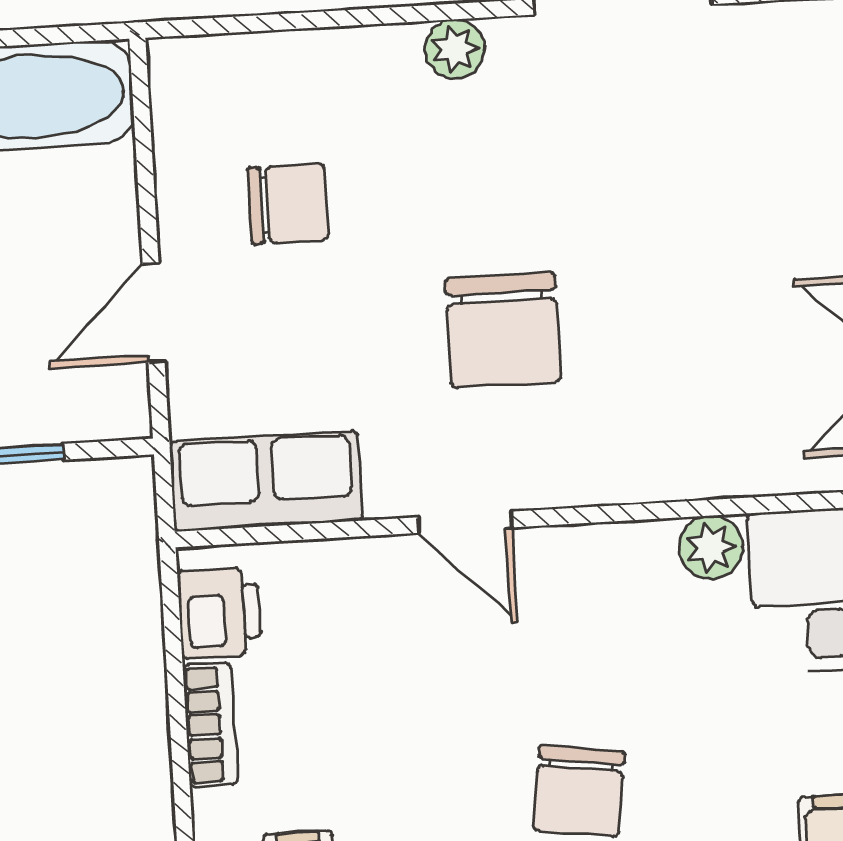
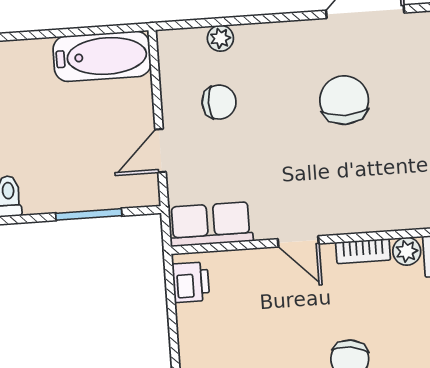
plant: (455, 49) -> (220, 38), moved
chair: (503, 330) -> (344, 100), moved, turned 180
bookcase: (210, 725) -> (363, 251), moved, turned 90

